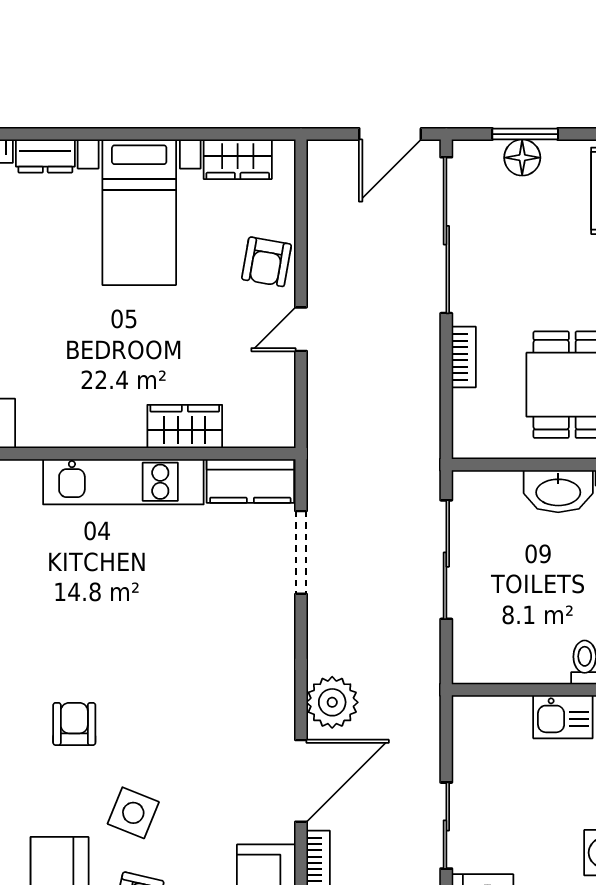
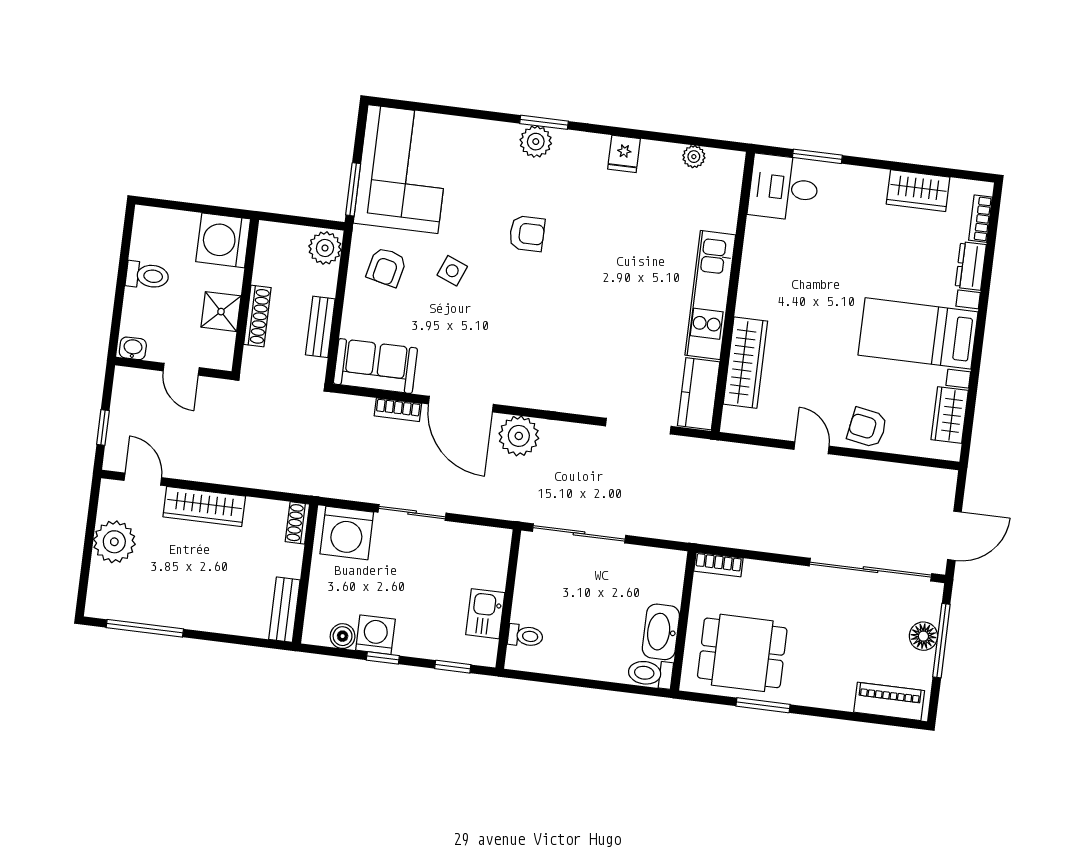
door: (390, 134) -> (954, 536), swing flipped
window: (525, 134) -> (941, 641), width x1.44
bookcase: (464, 357) -> (718, 565), moved
wardrobe: (185, 427) -> (745, 363), width x1.50
sliding door: (446, 560) -> (579, 533), moved
side table: (133, 813) -> (452, 271), width x0.73, depth x0.73

